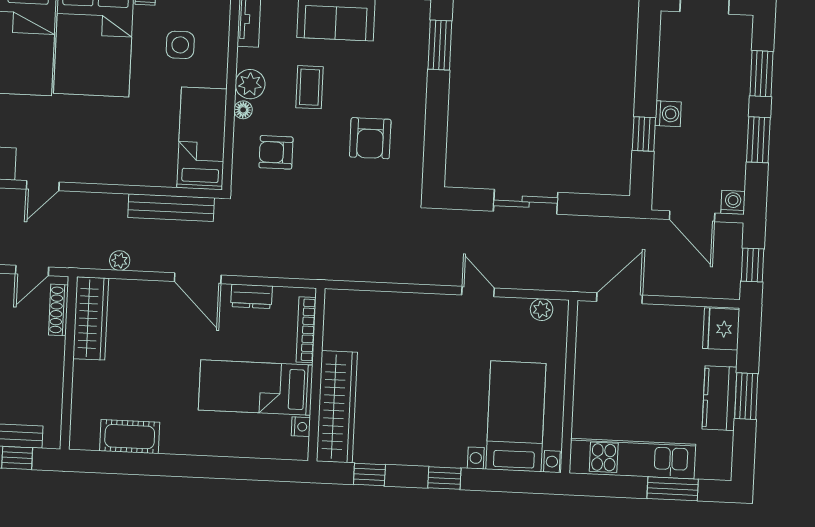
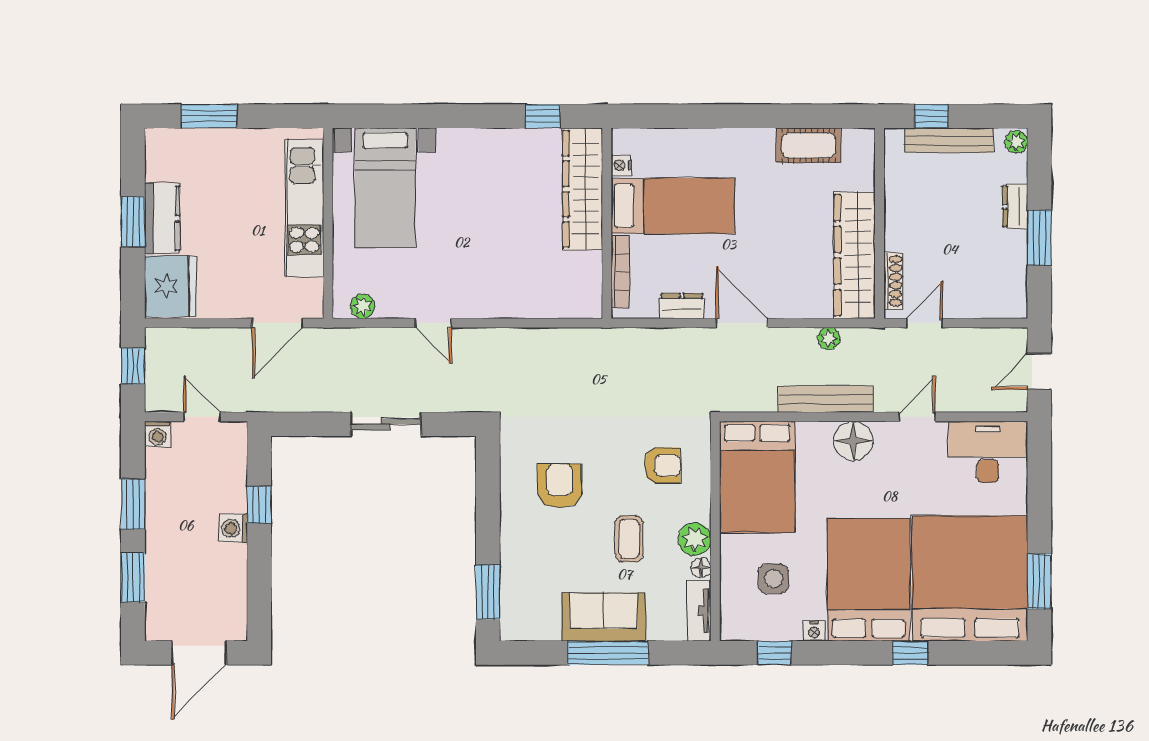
floor lamp: (243, 110) -> (701, 568), moved
bed: (202, 138) -> (757, 477), width x1.50
floor lamp: (102, 167) -> (853, 441), added
bench: (171, 208) -> (825, 399), moved
door: (692, 216) -> (202, 417), width x0.73
wardrobe: (91, 318) -> (855, 255), width x1.40, depth x1.17
fridge: (721, 329) -> (171, 286), width x1.36, depth x1.34
kitchen unit: (632, 459) -> (304, 208), moved, turned 90
window: (444, 478) -> (461, 116), removed

